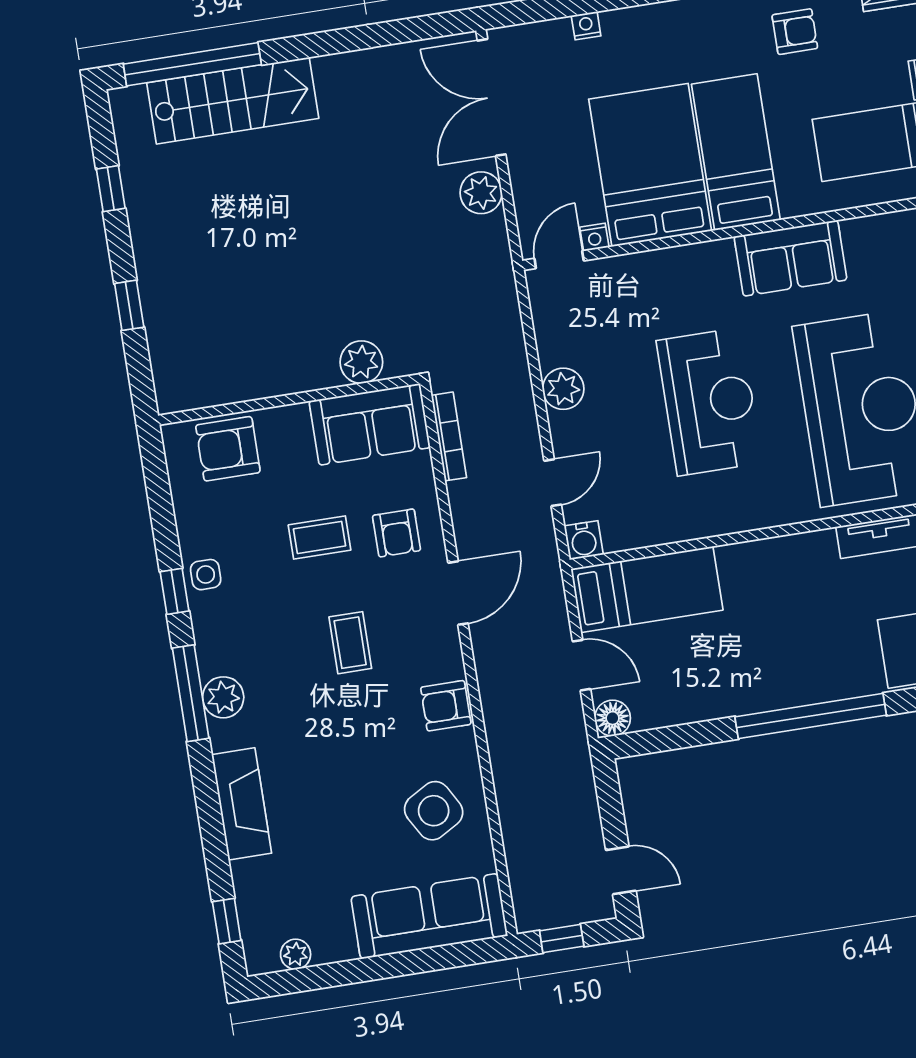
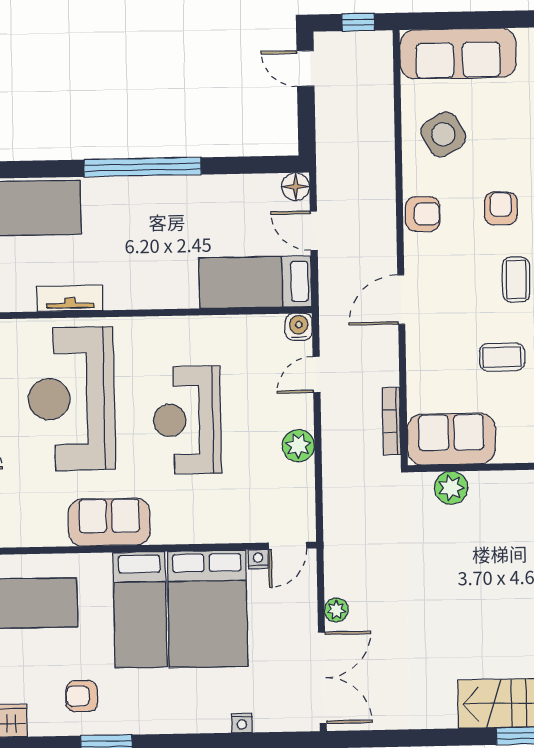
plant: (481, 193) -> (336, 610), width x0.73, depth x0.73
armchair: (397, 533) -> (501, 208), moved
coffee table: (350, 643) -> (516, 280), moved

